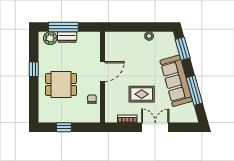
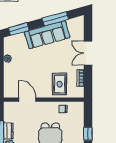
door: (103, 72) -> (27, 100), moved
rug: (142, 94) -> (60, 84), moved

